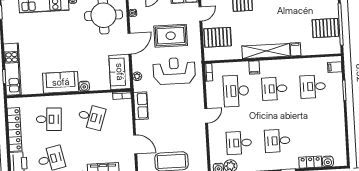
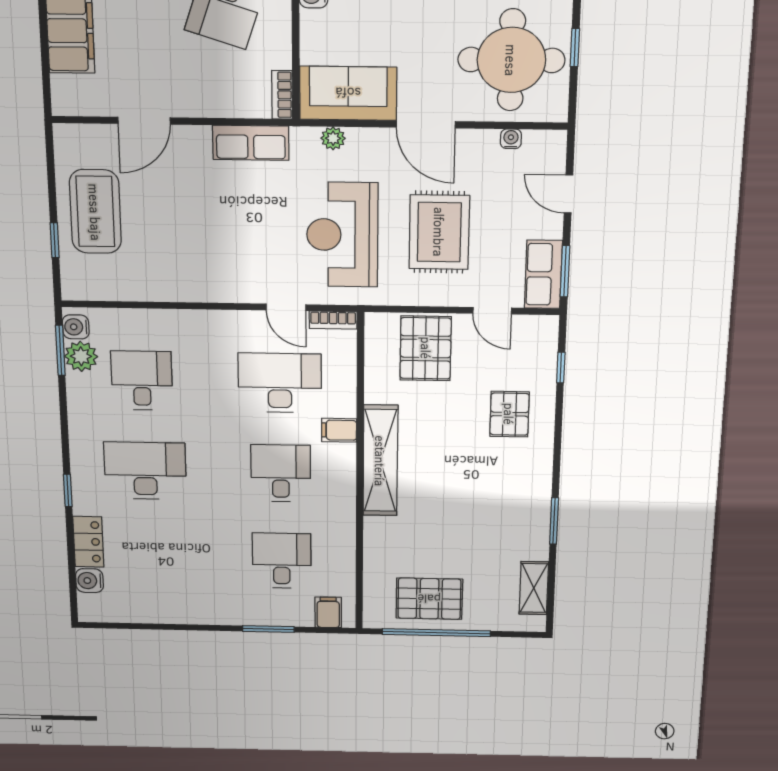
pallet: (325, 28) -> (429, 599), turned 90
filing cabinet: (296, 49) -> (380, 529), removed
reception desk: (174, 71) -> (342, 235), turned 180
door: (206, 116) -> (286, 307), moved
desk: (277, 141) -> (145, 471), width x1.37

